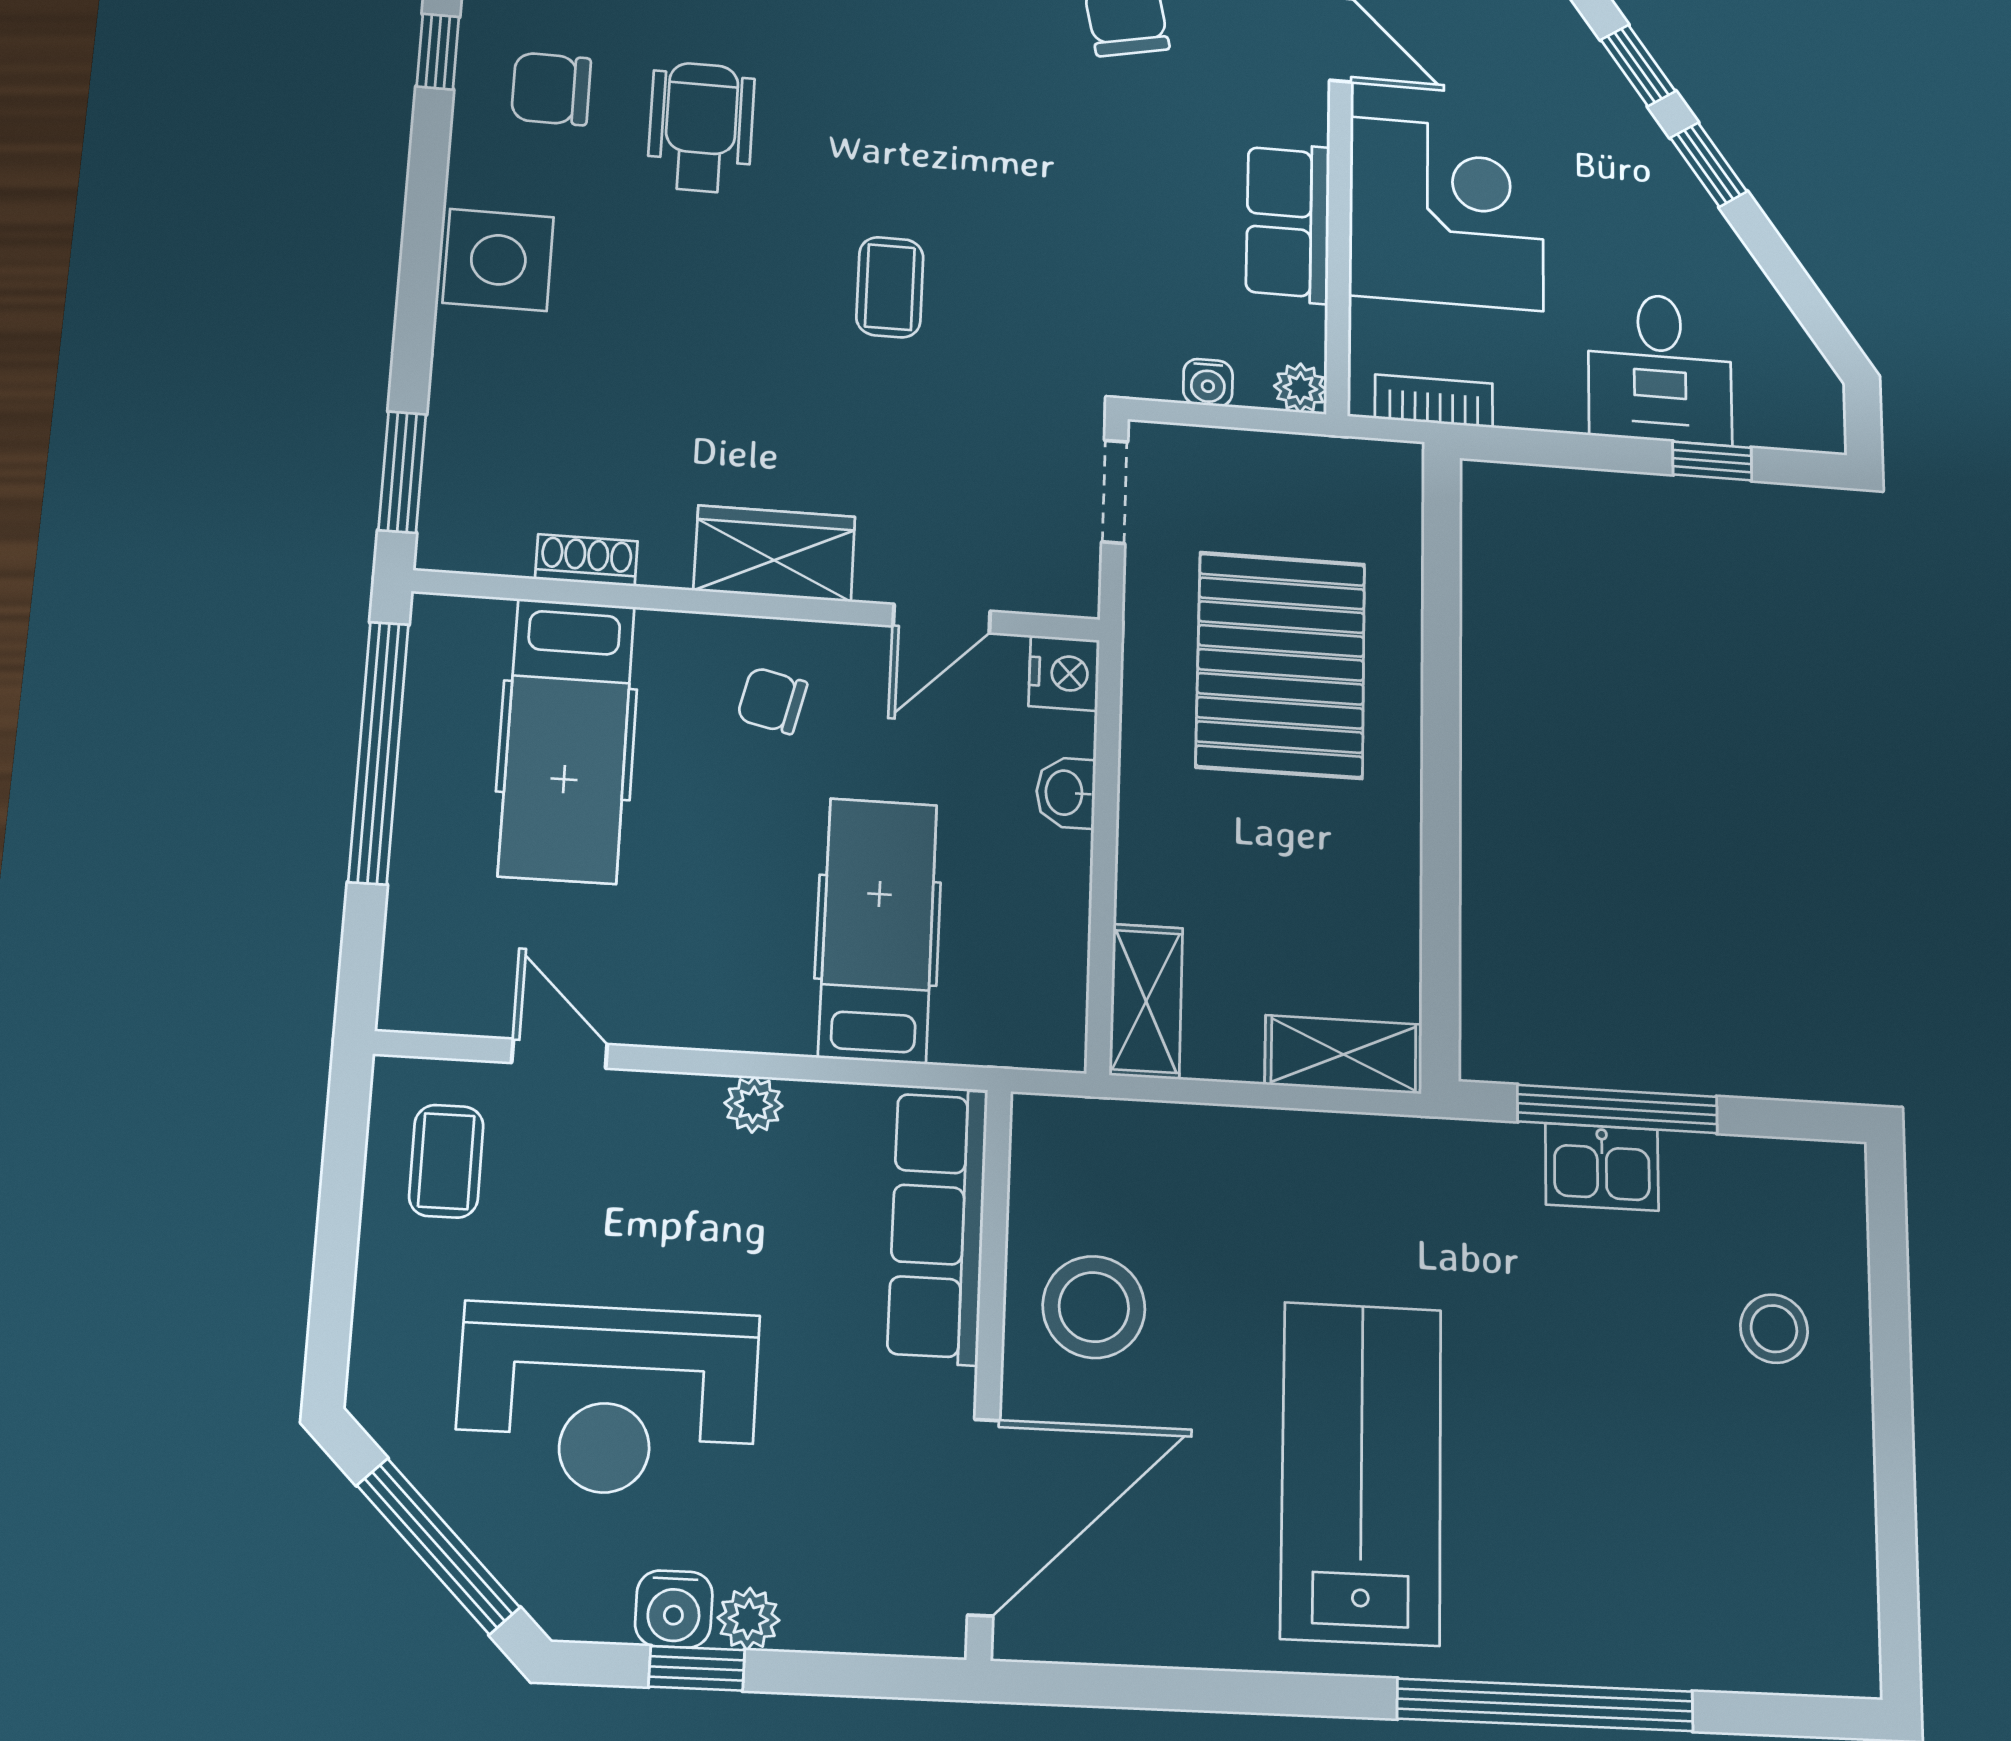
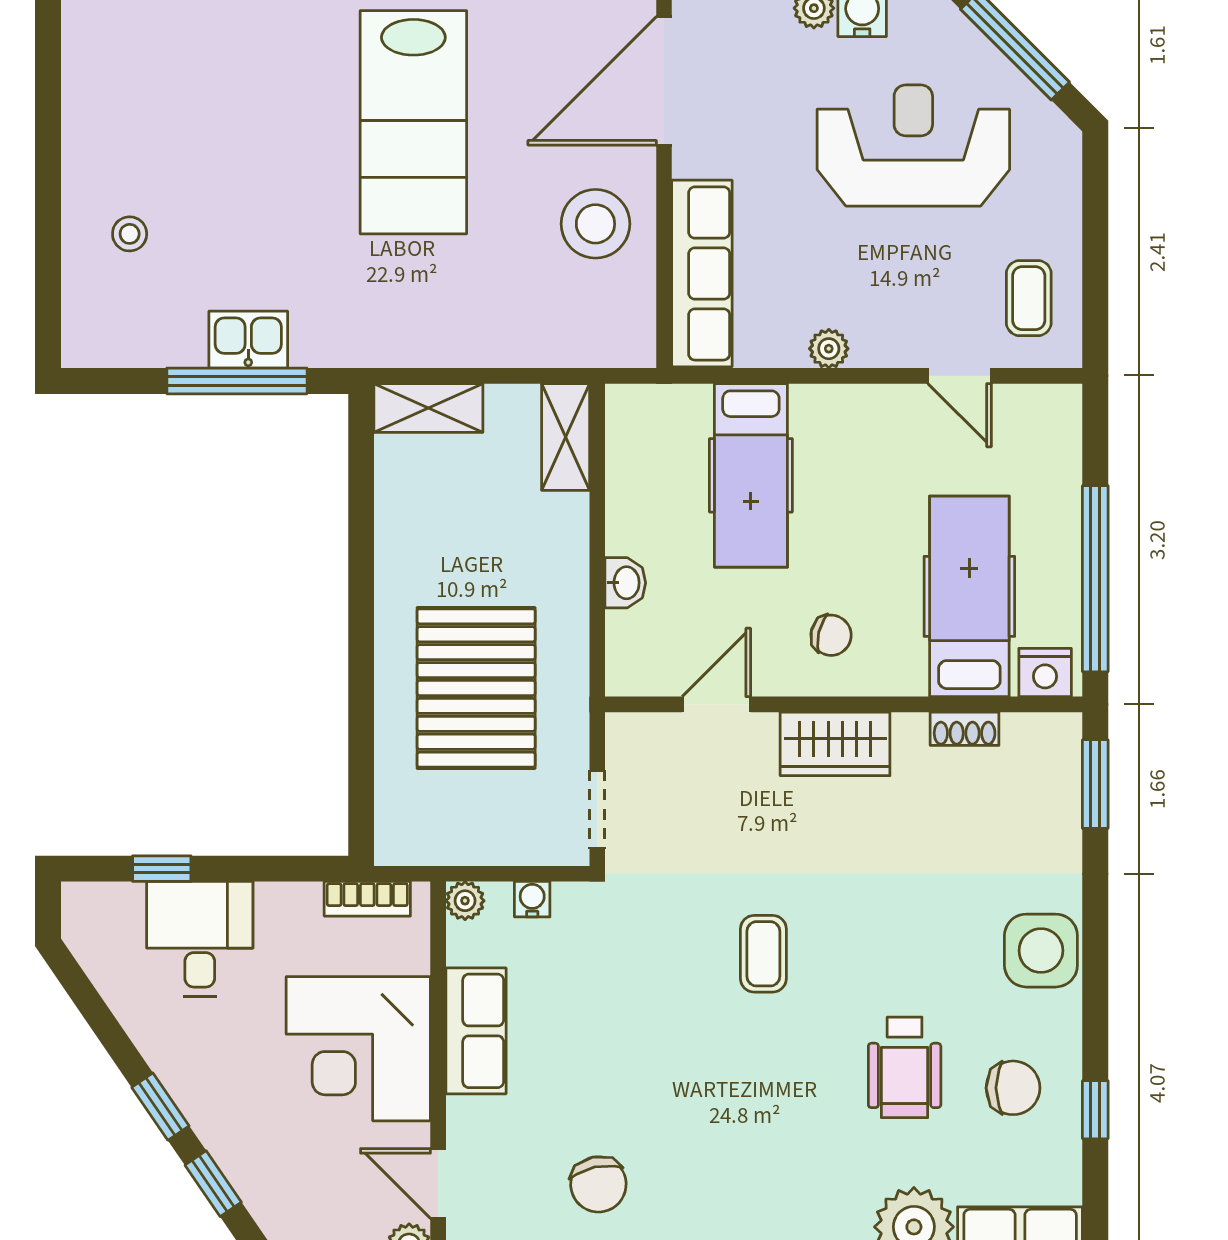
nightstand: (1064, 673) -> (1045, 673), moved, turned -90
stool: (1774, 1329) -> (130, 234), width x0.73, depth x0.73

